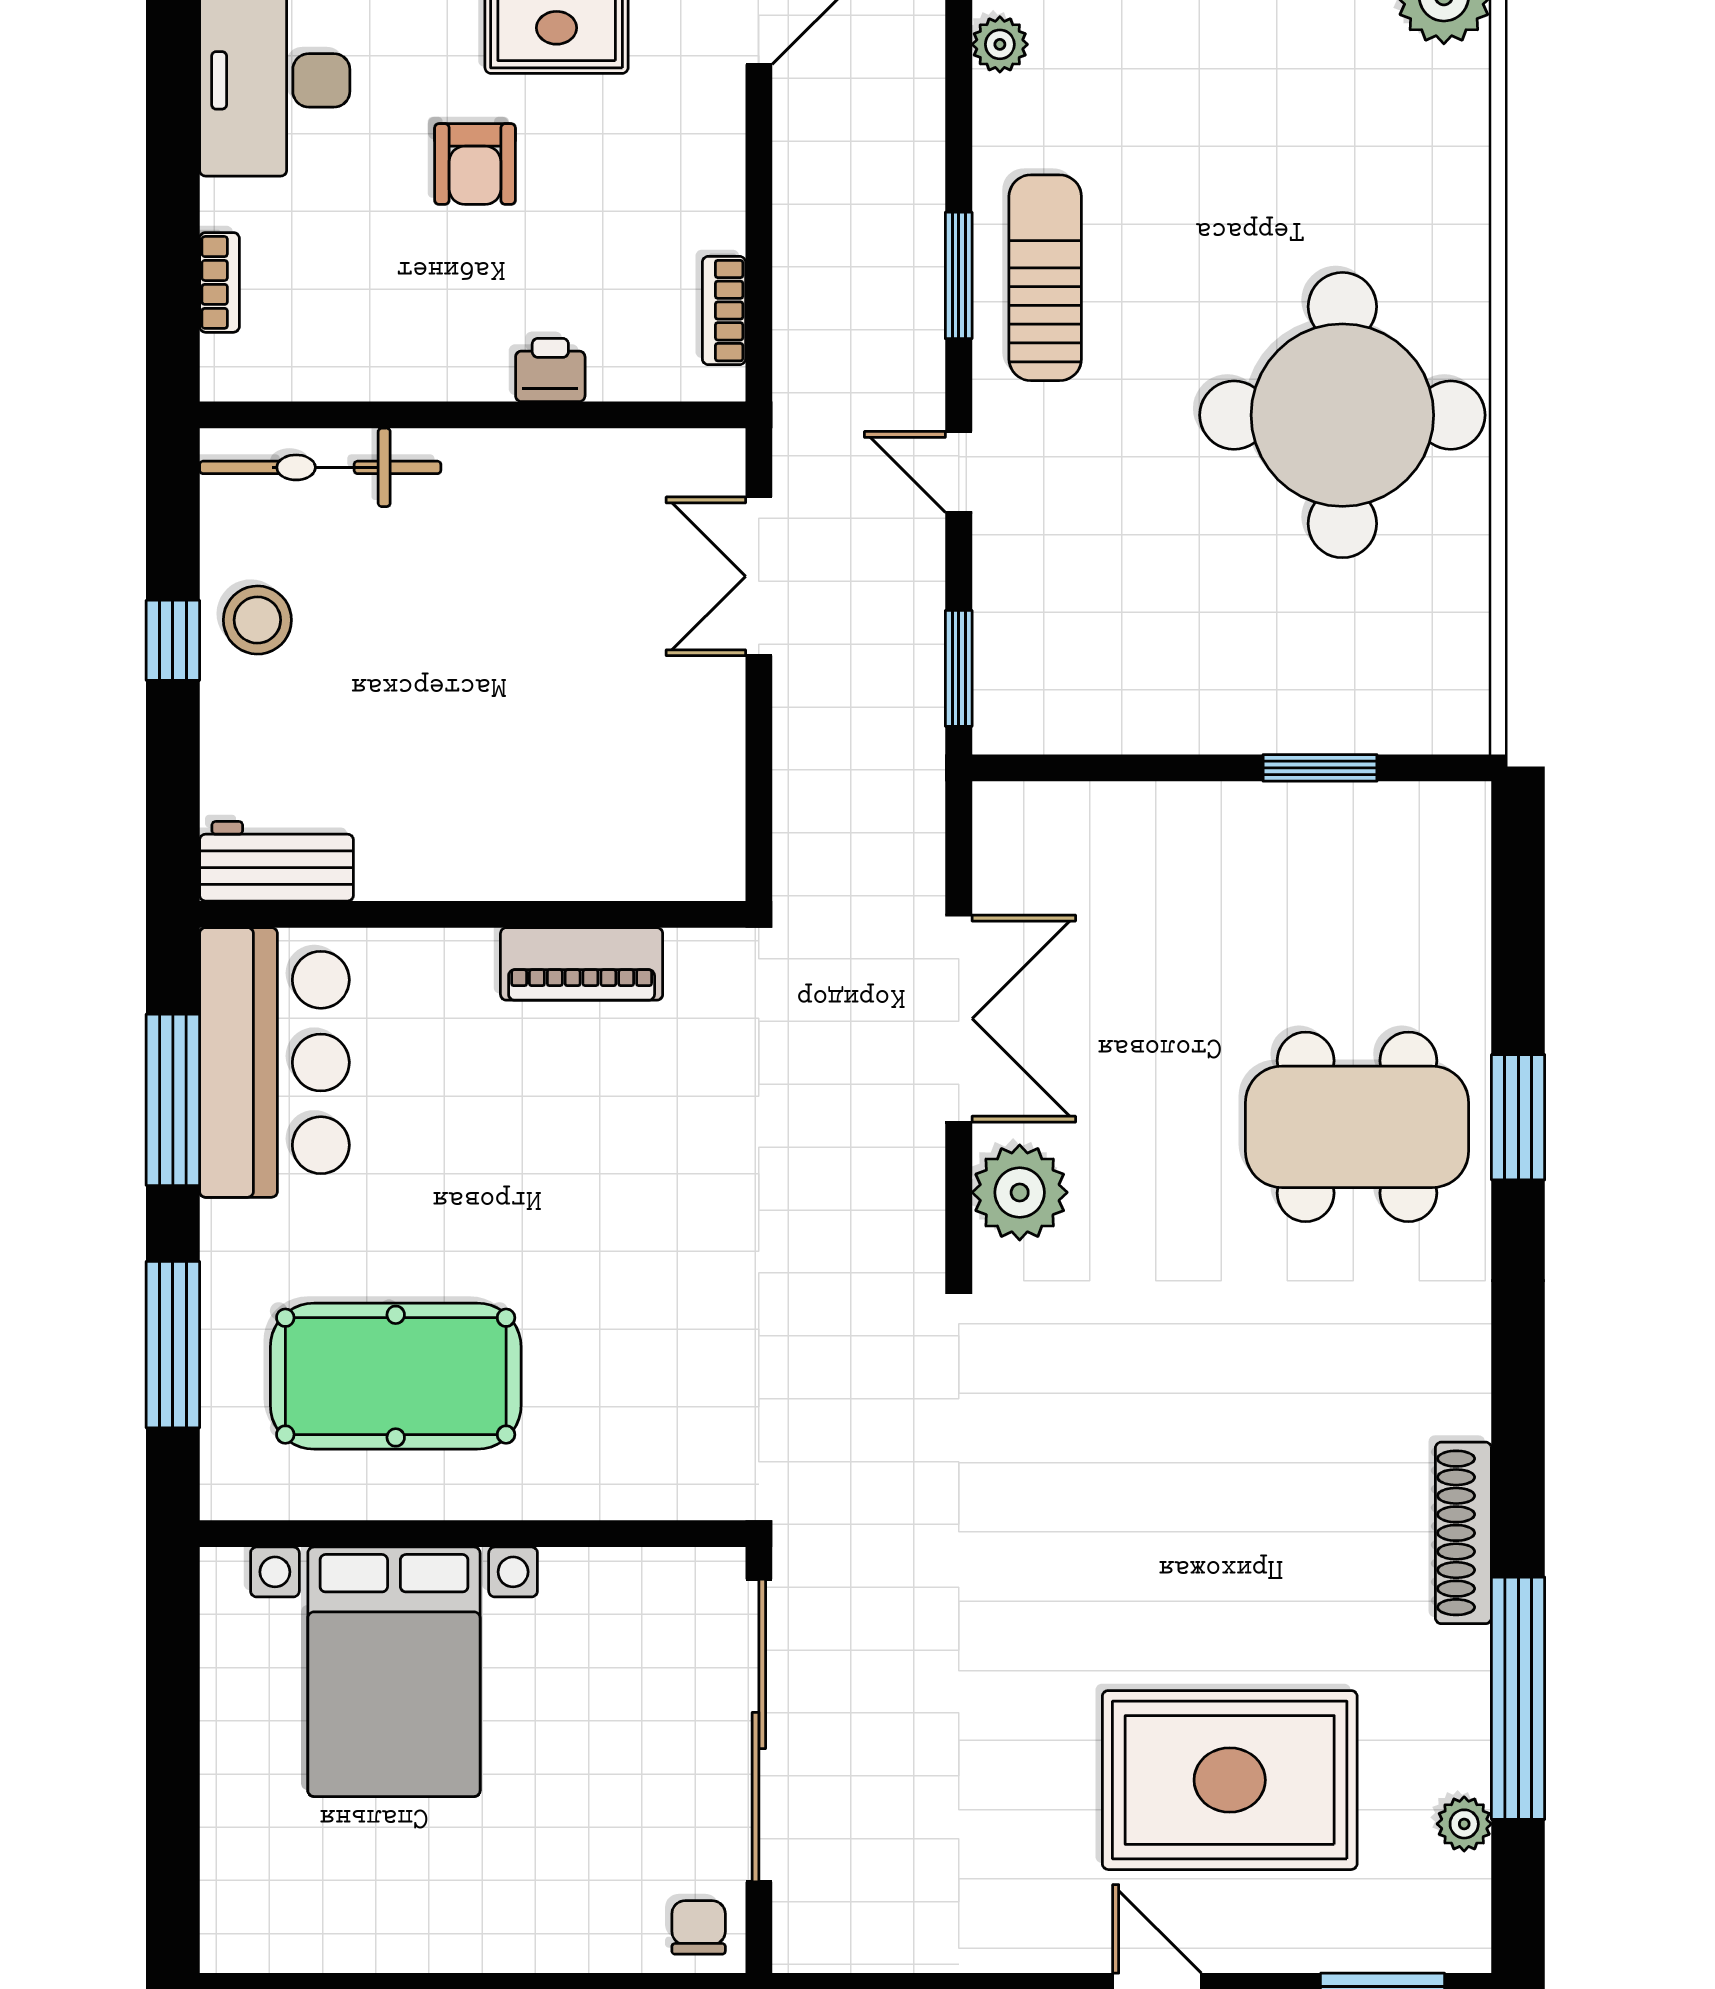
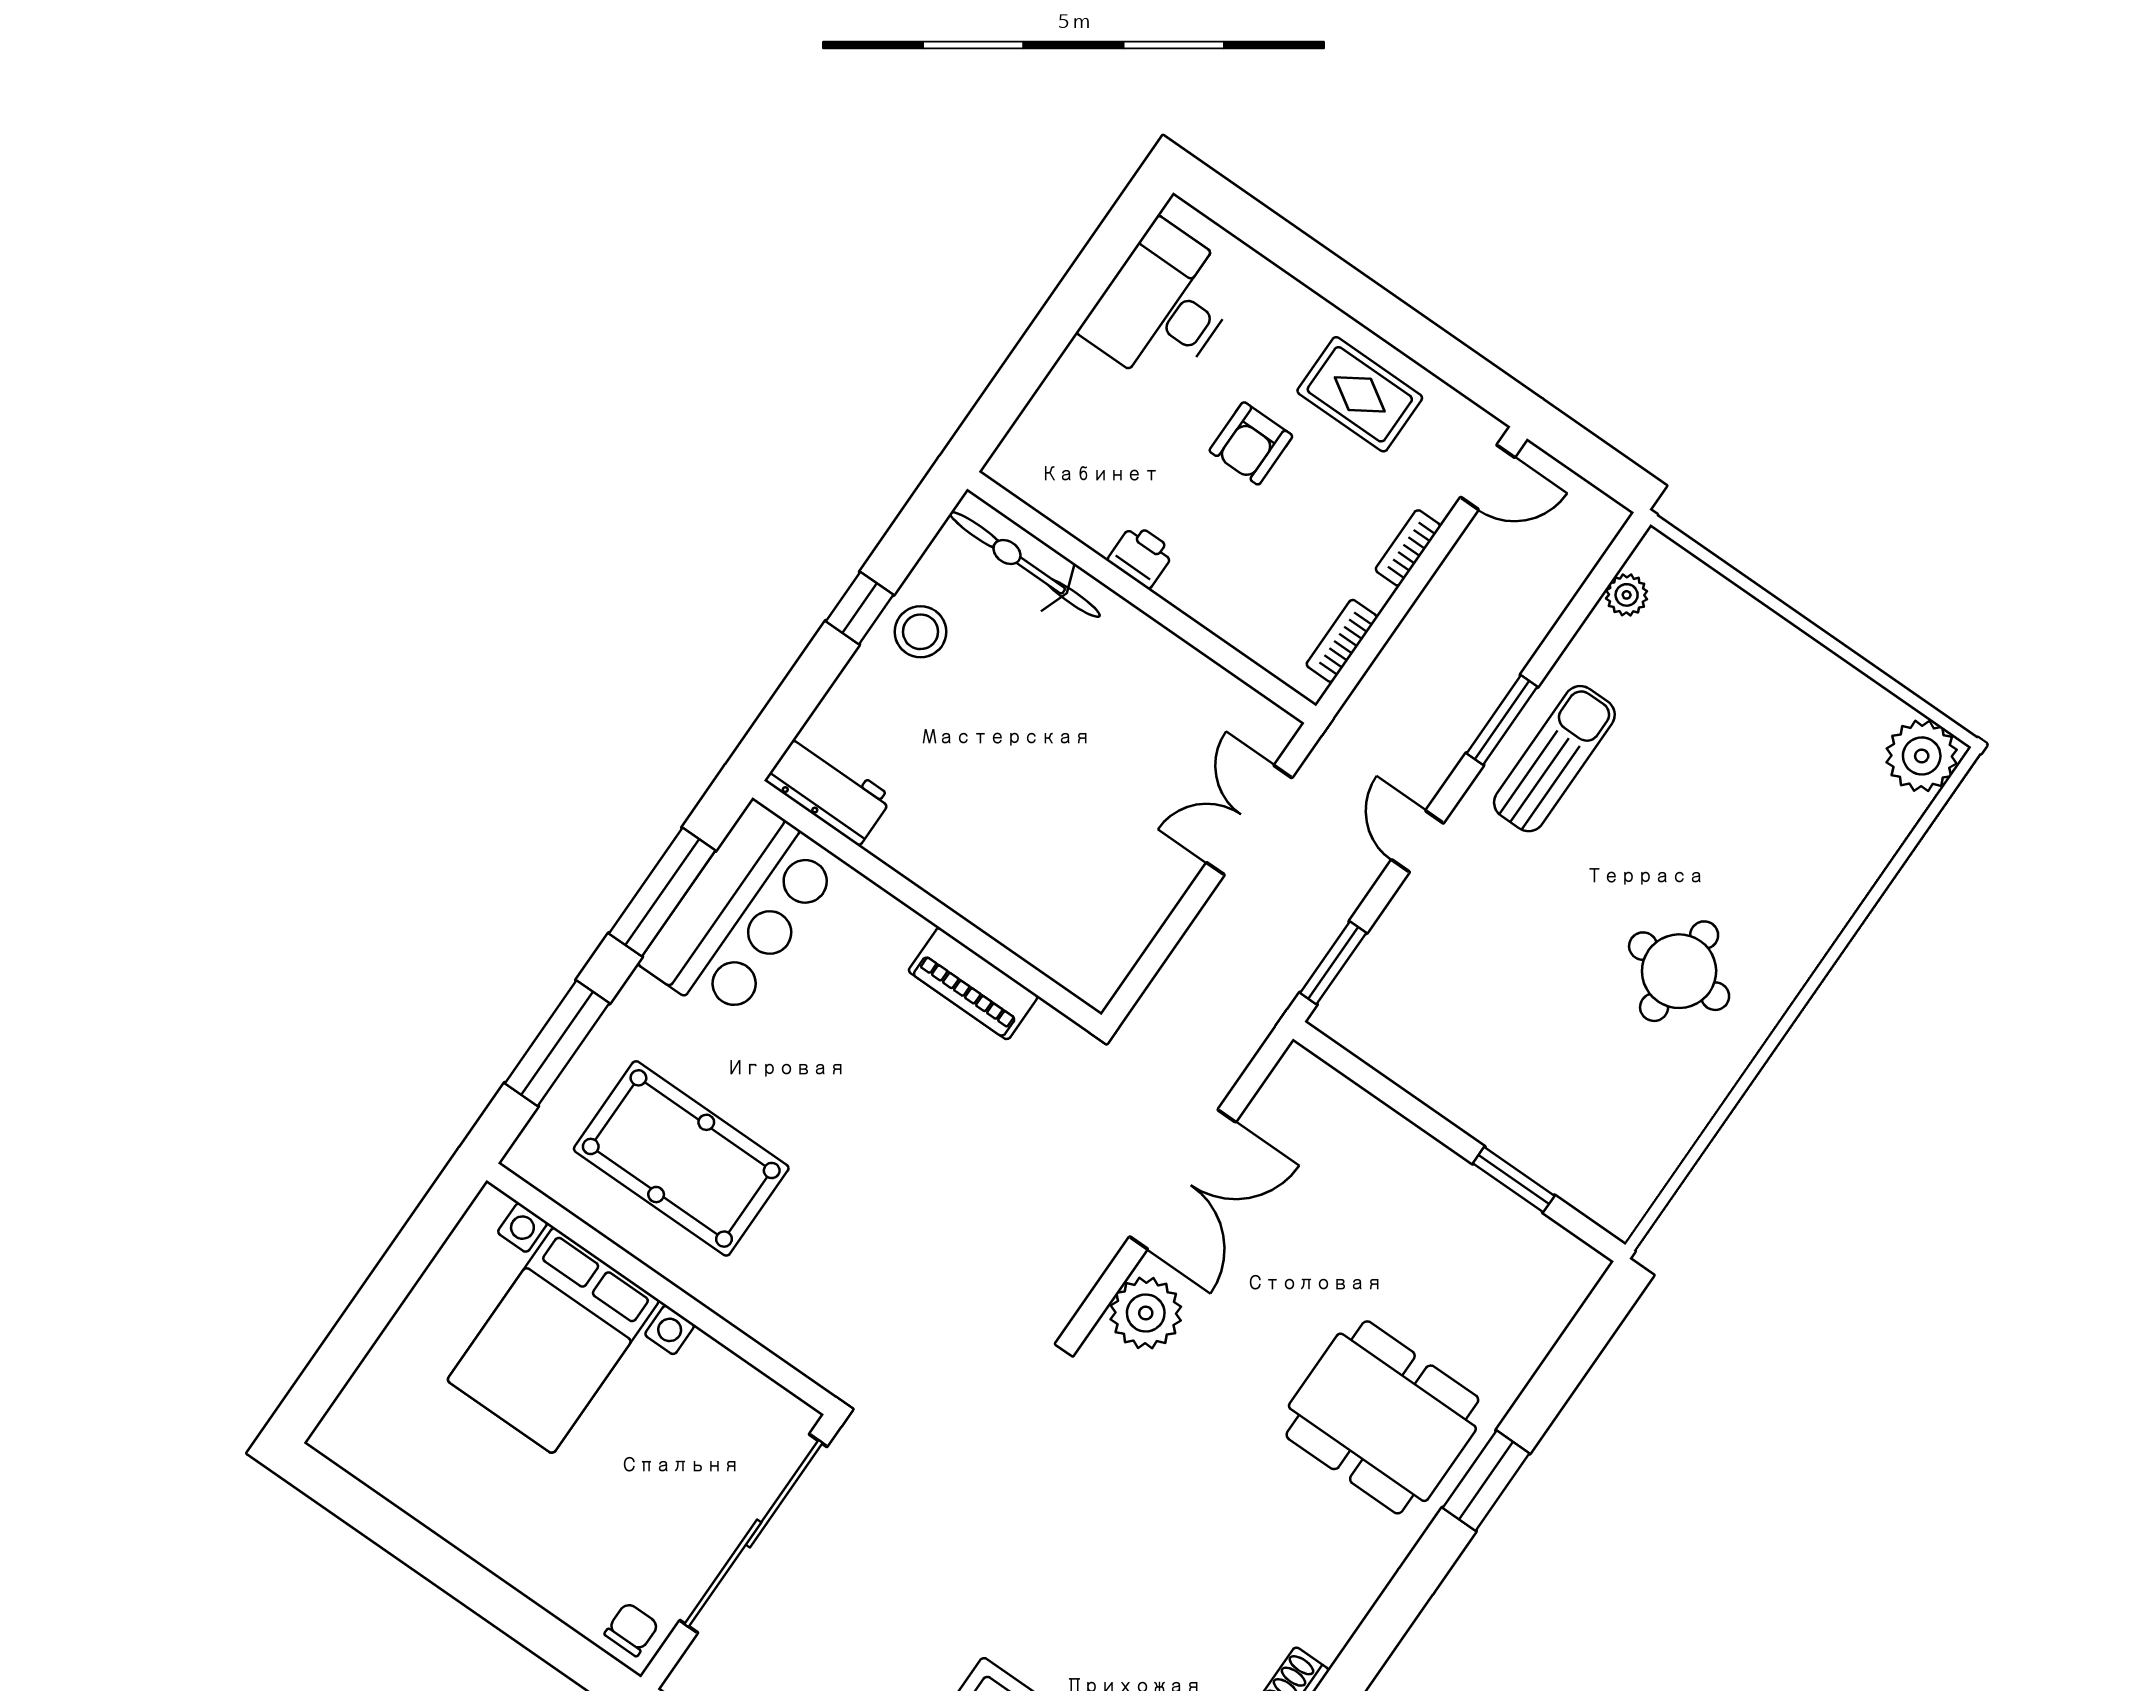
bookcase: (219, 282) -> (1408, 548), moved, turned 180
printer: (550, 370) -> (1141, 556), moved
round table: (1342, 415) -> (1679, 971), width x0.54, depth x0.54

